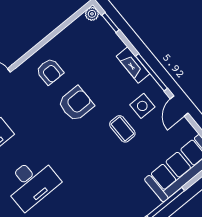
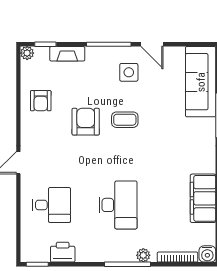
fireplace: (133, 65) -> (67, 54), moved
armchair: (50, 71) -> (41, 101), moved, turned 90
coffee table: (122, 129) -> (125, 120), moved

